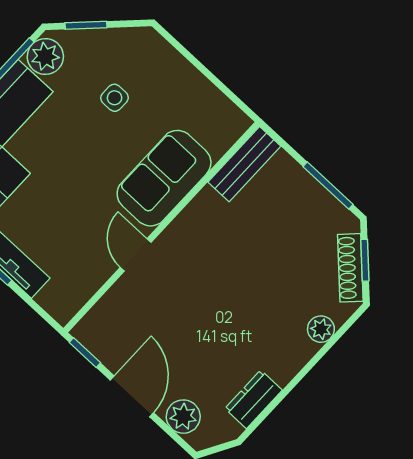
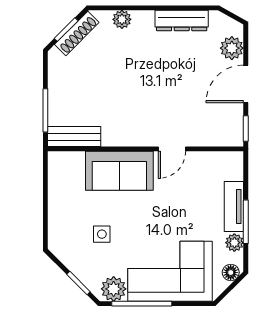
window: (328, 185) -> (45, 110), moved
dresser: (254, 399) -> (182, 20), width x1.44

